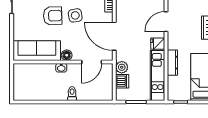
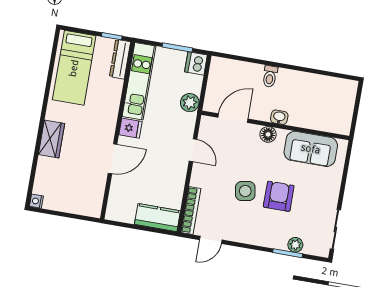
armchair: (53, 16) -> (279, 196), turned 92
door: (114, 36) -> (193, 150), width x0.53
sofa: (37, 51) -> (311, 149), width x0.73
dresser: (172, 63) -> (120, 59), moved
dishwasher: (122, 81) -> (196, 63), moved

